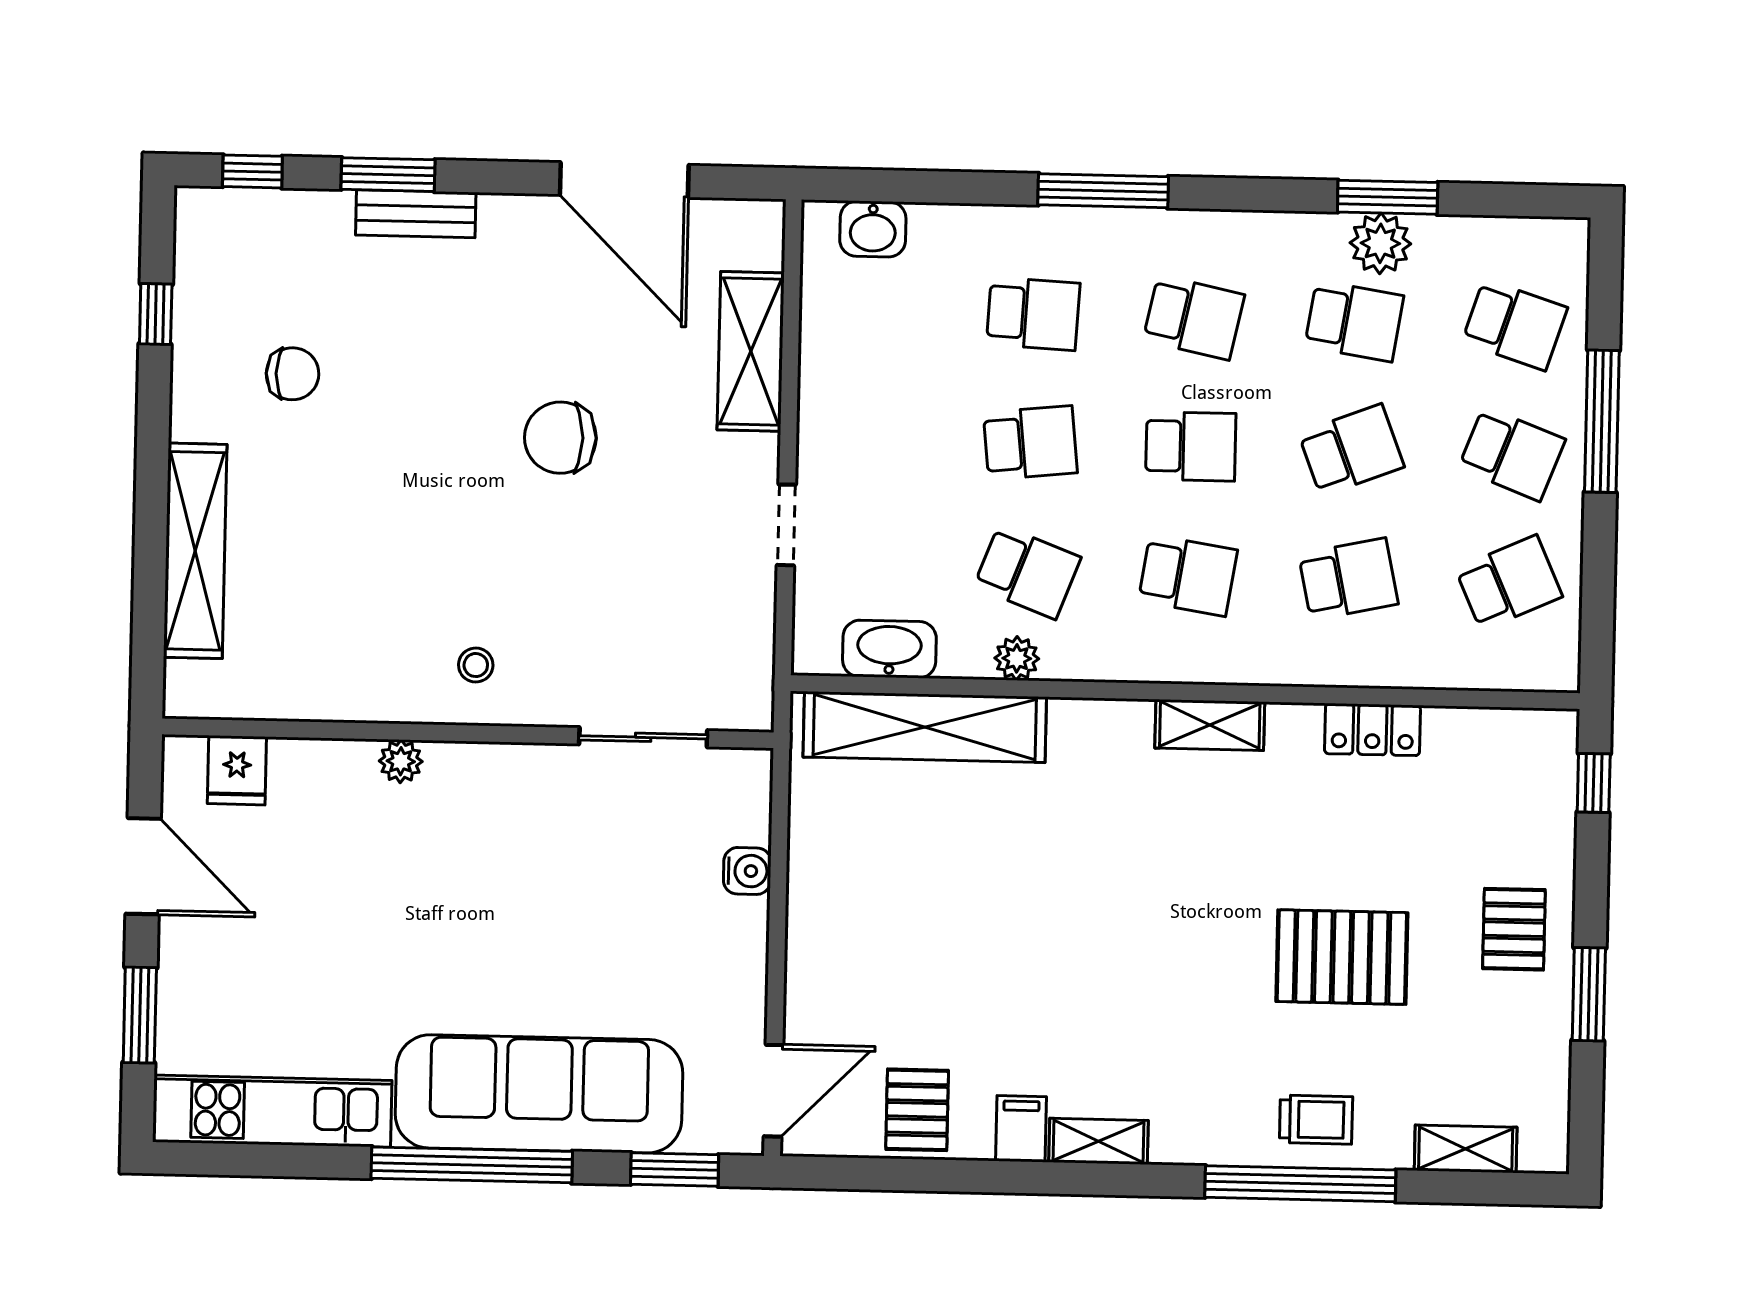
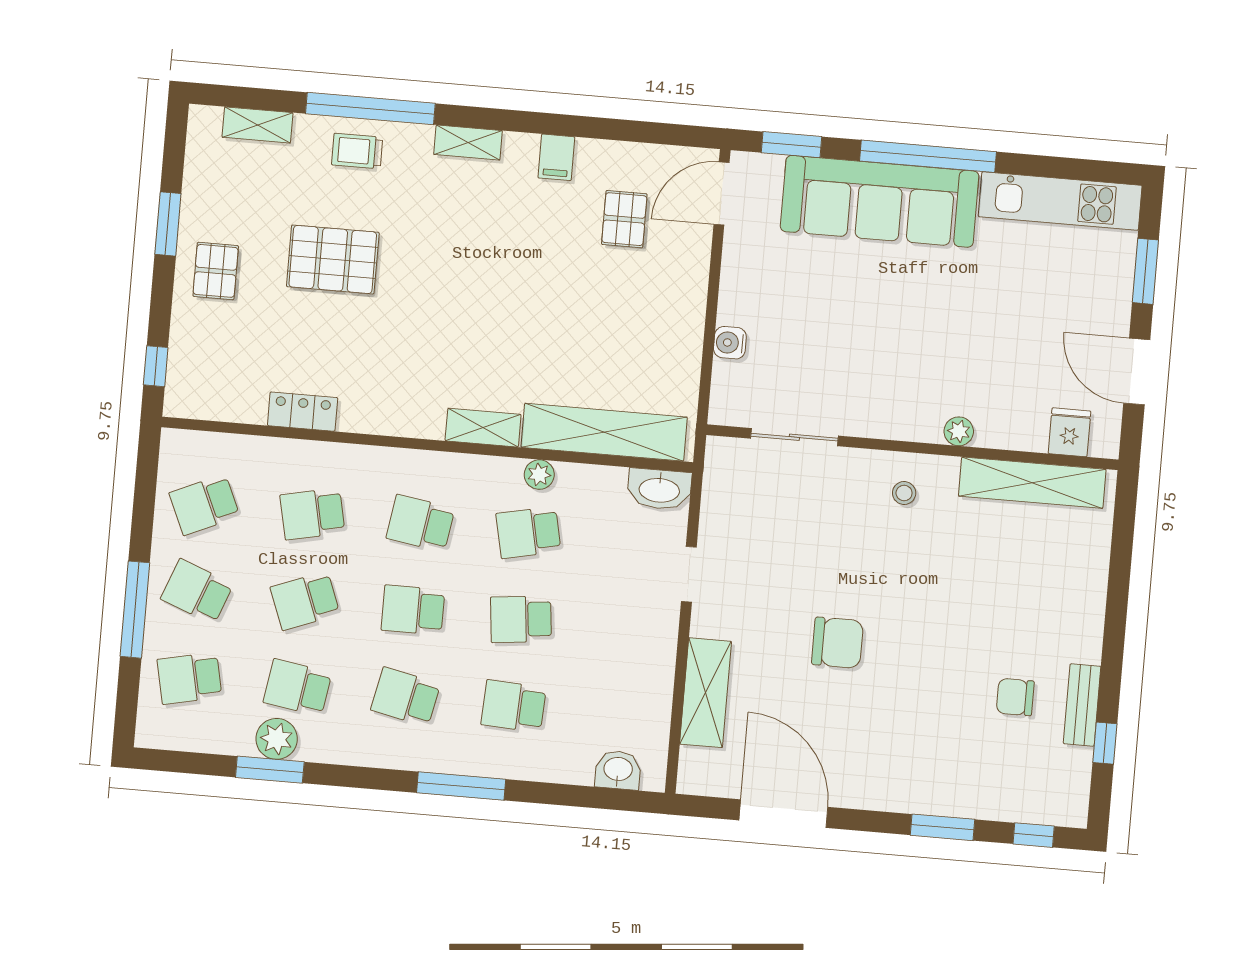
bench: (416, 214) -> (1082, 705), moved, turned 90
school desk: (1515, 325) -> (190, 678), turned -30
shelving: (195, 551) -> (1032, 483), moved, turned 90
school desk: (1027, 572) -> (528, 532), turned -33
washbasin: (889, 649) -> (659, 489), moved
shelving: (1210, 725) -> (483, 428), moved
pallet: (917, 1110) -> (624, 219), moved
shelving: (1099, 1141) -> (468, 142), moved

